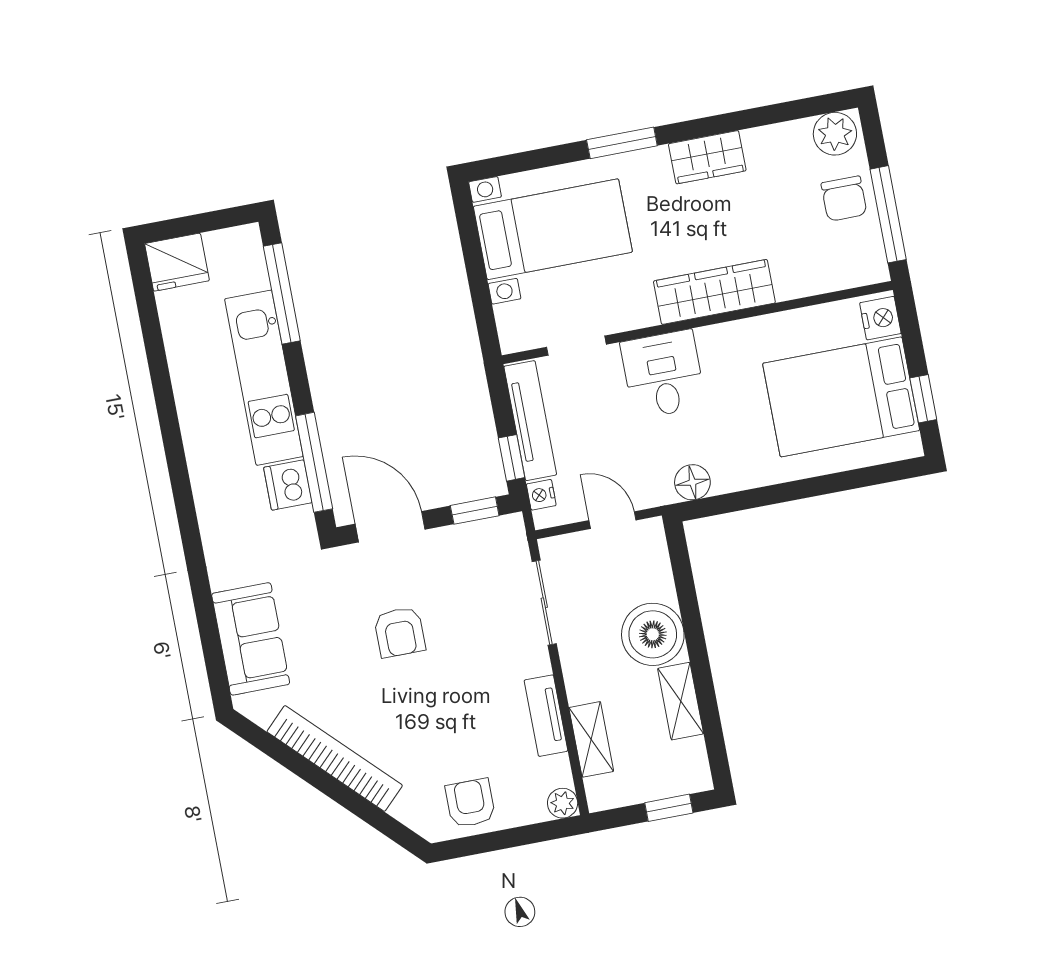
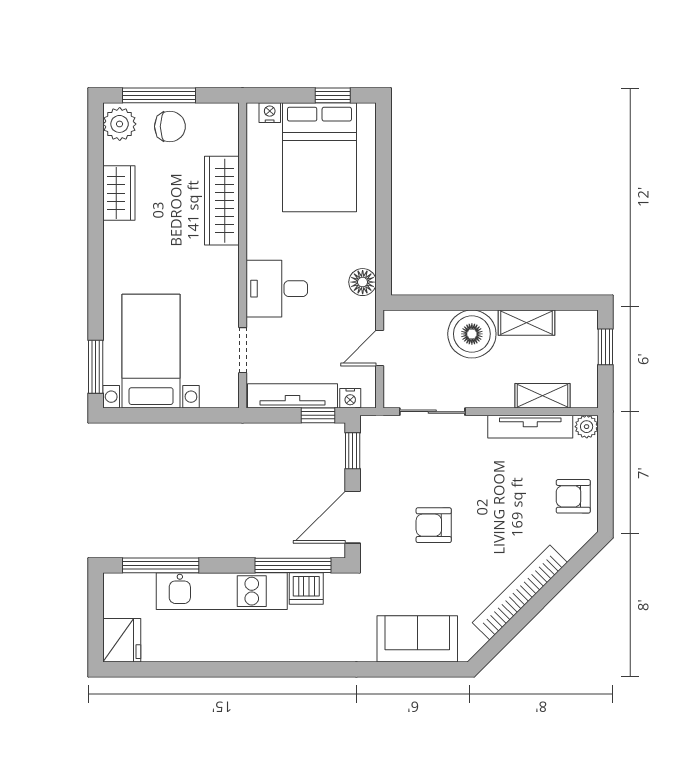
window: (622, 143) -> (96, 367), moved
wardrobe: (707, 157) -> (119, 193), moved
window: (888, 214) -> (159, 95), moved
wardrobe: (714, 292) -> (222, 201), moved
nightstand: (880, 318) -> (270, 113), width x0.72, depth x0.74
armchair: (400, 632) -> (434, 525), turned 180
tv unit: (546, 716) -> (530, 427), width x1.41

